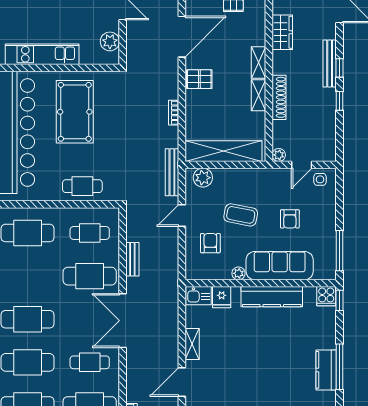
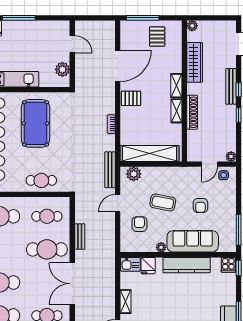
wardrobe: (282, 32) -> (195, 62), width x1.50
plant: (279, 155) -> (231, 156), moved

